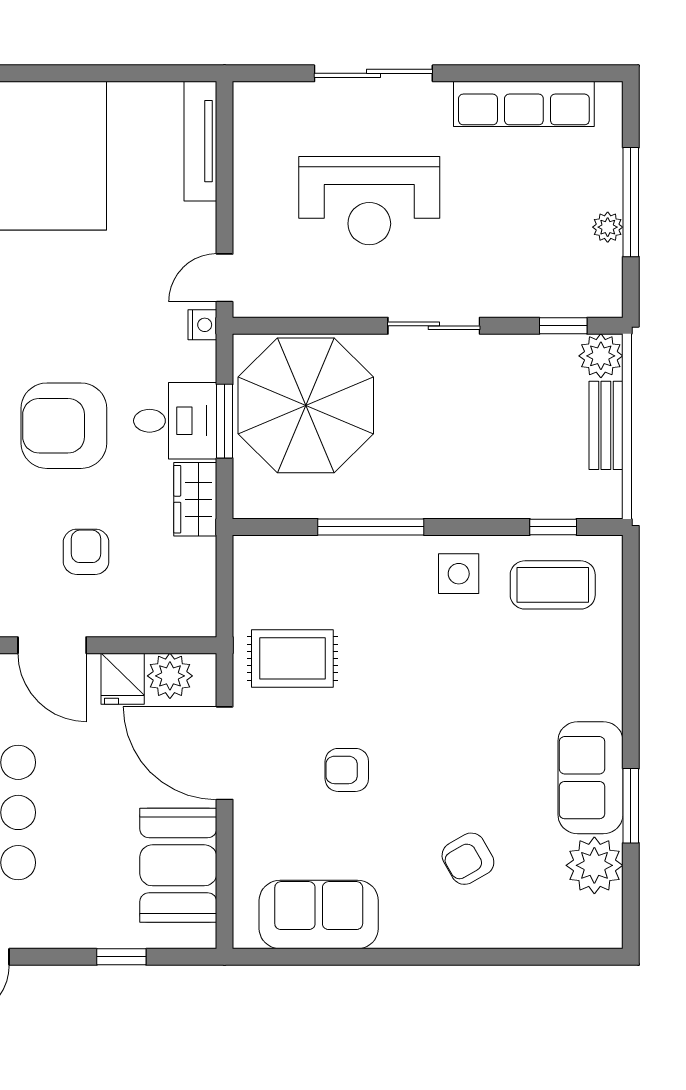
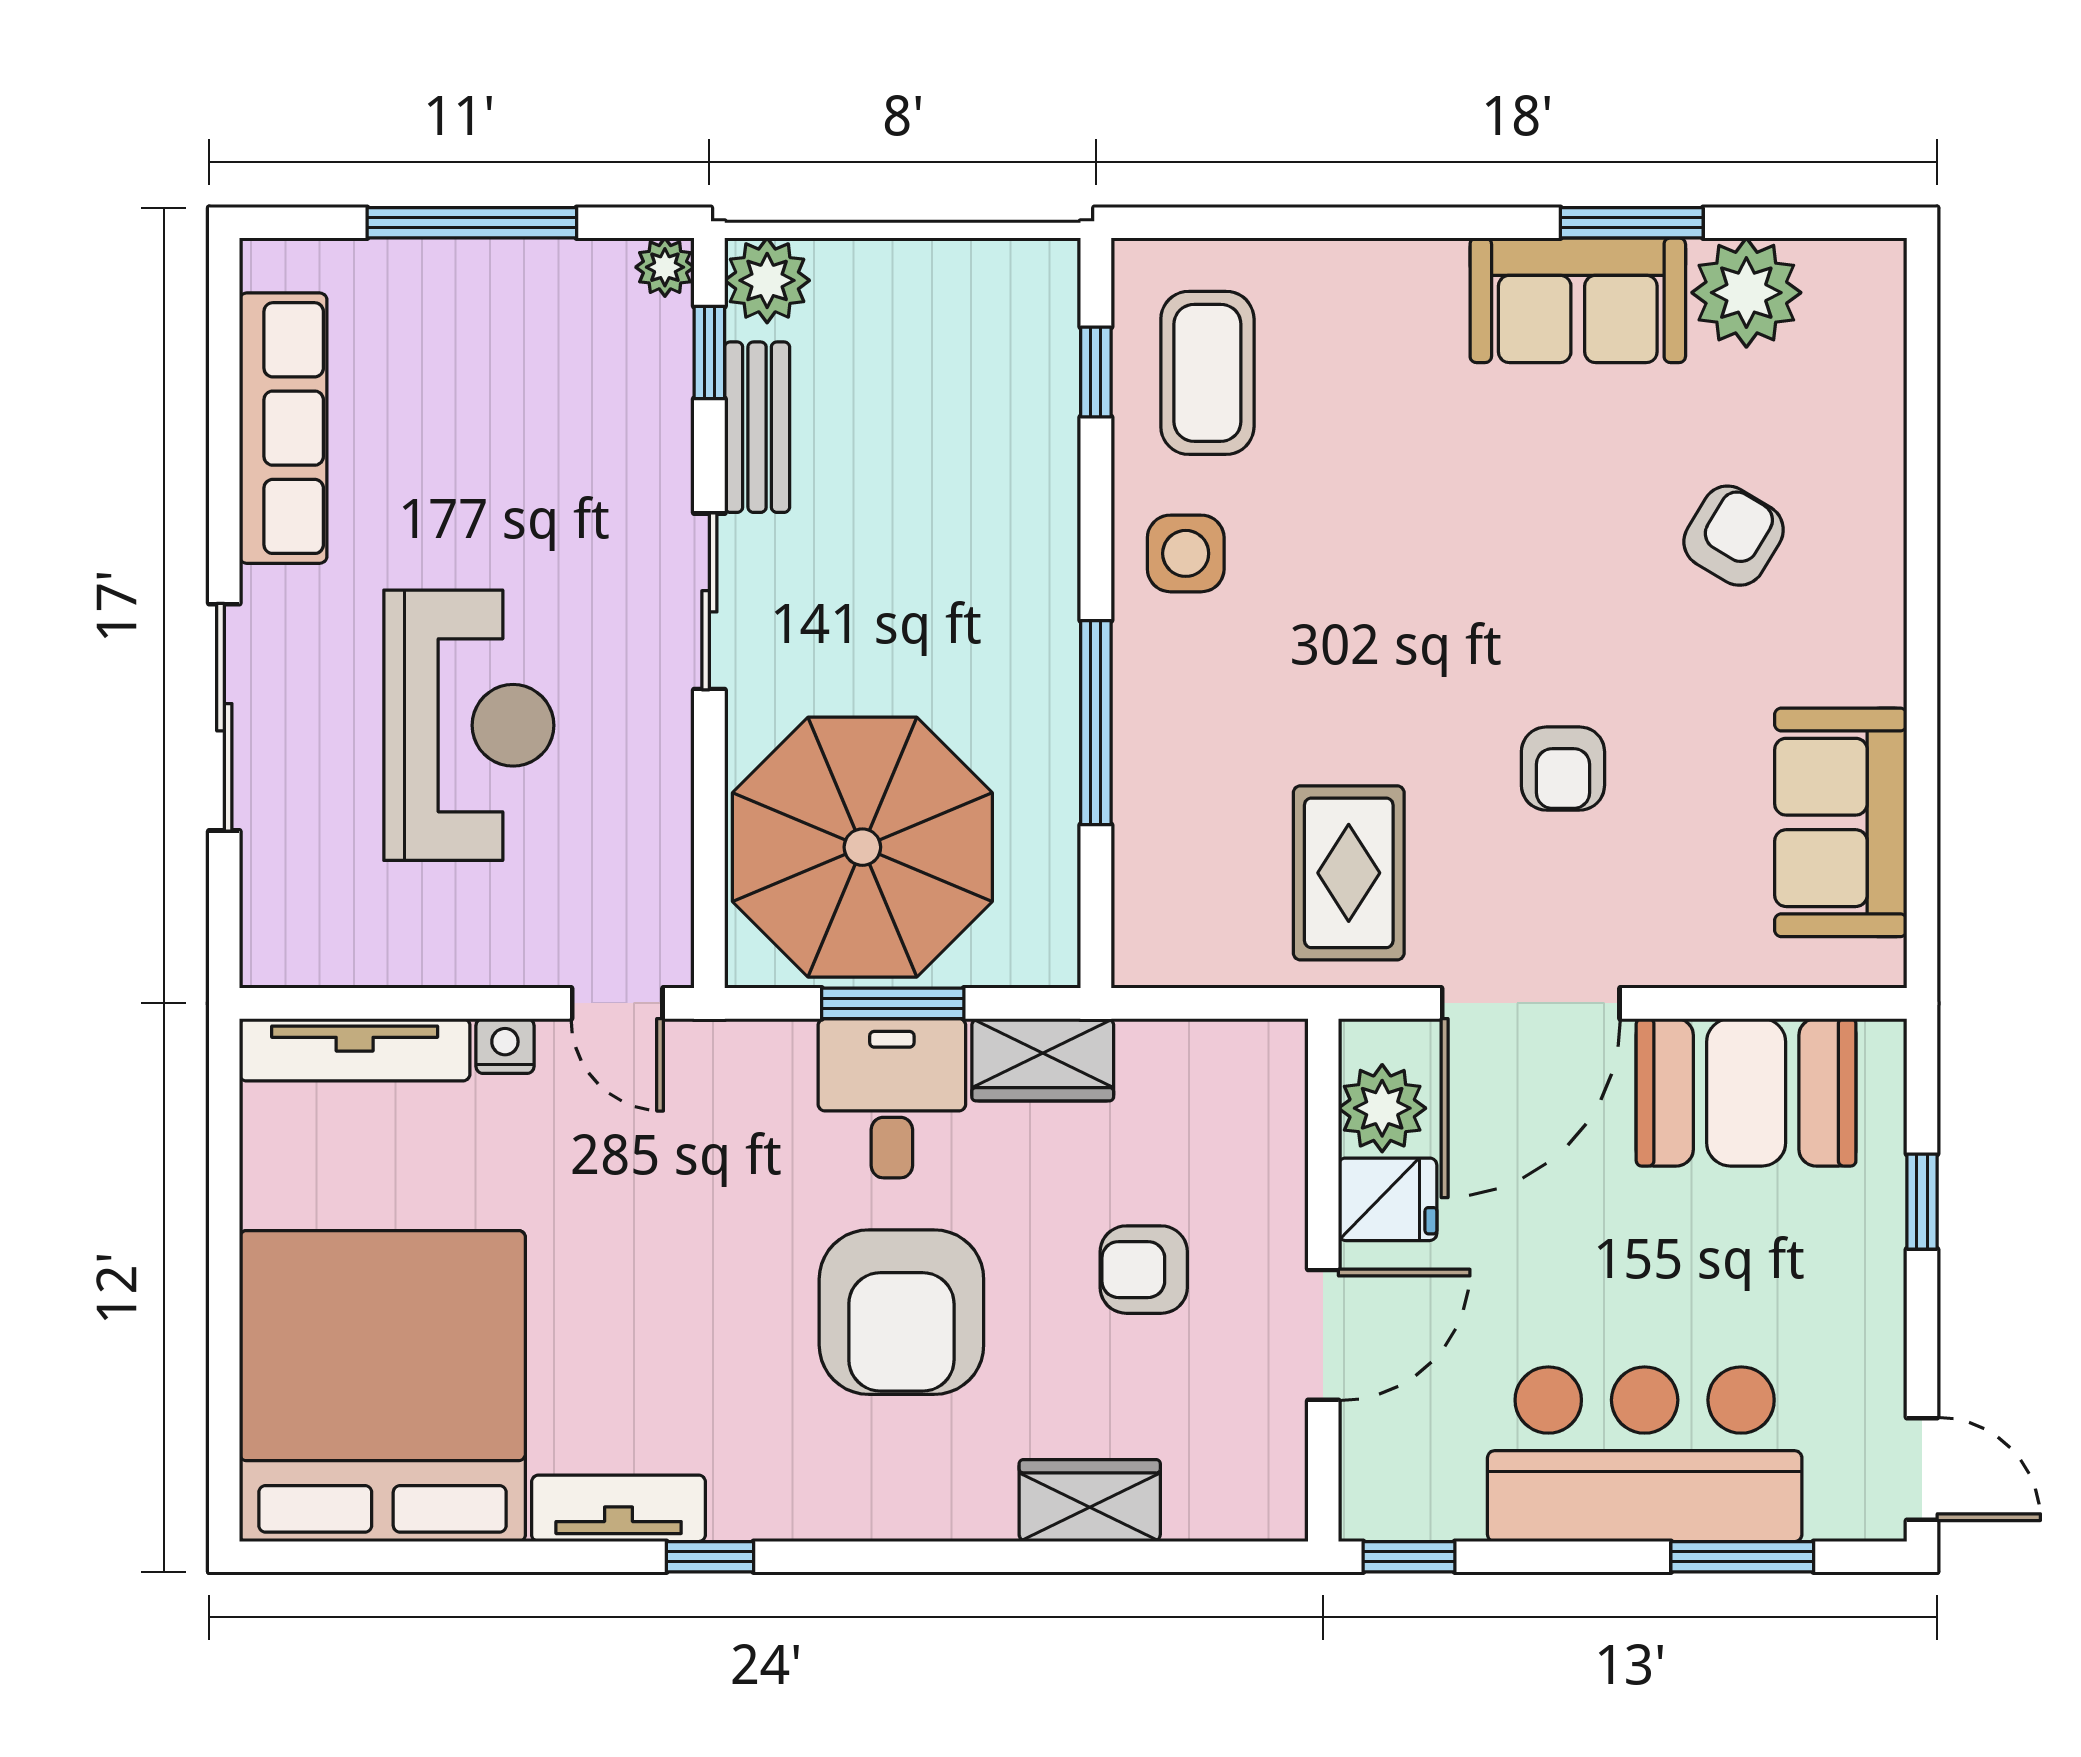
plant: (608, 227) -> (665, 267), moved
nightstand: (202, 325) -> (505, 1046), moved
bench: (606, 425) -> (757, 427), moved, turned 90
armchair: (468, 859) -> (1734, 536), turned -119

